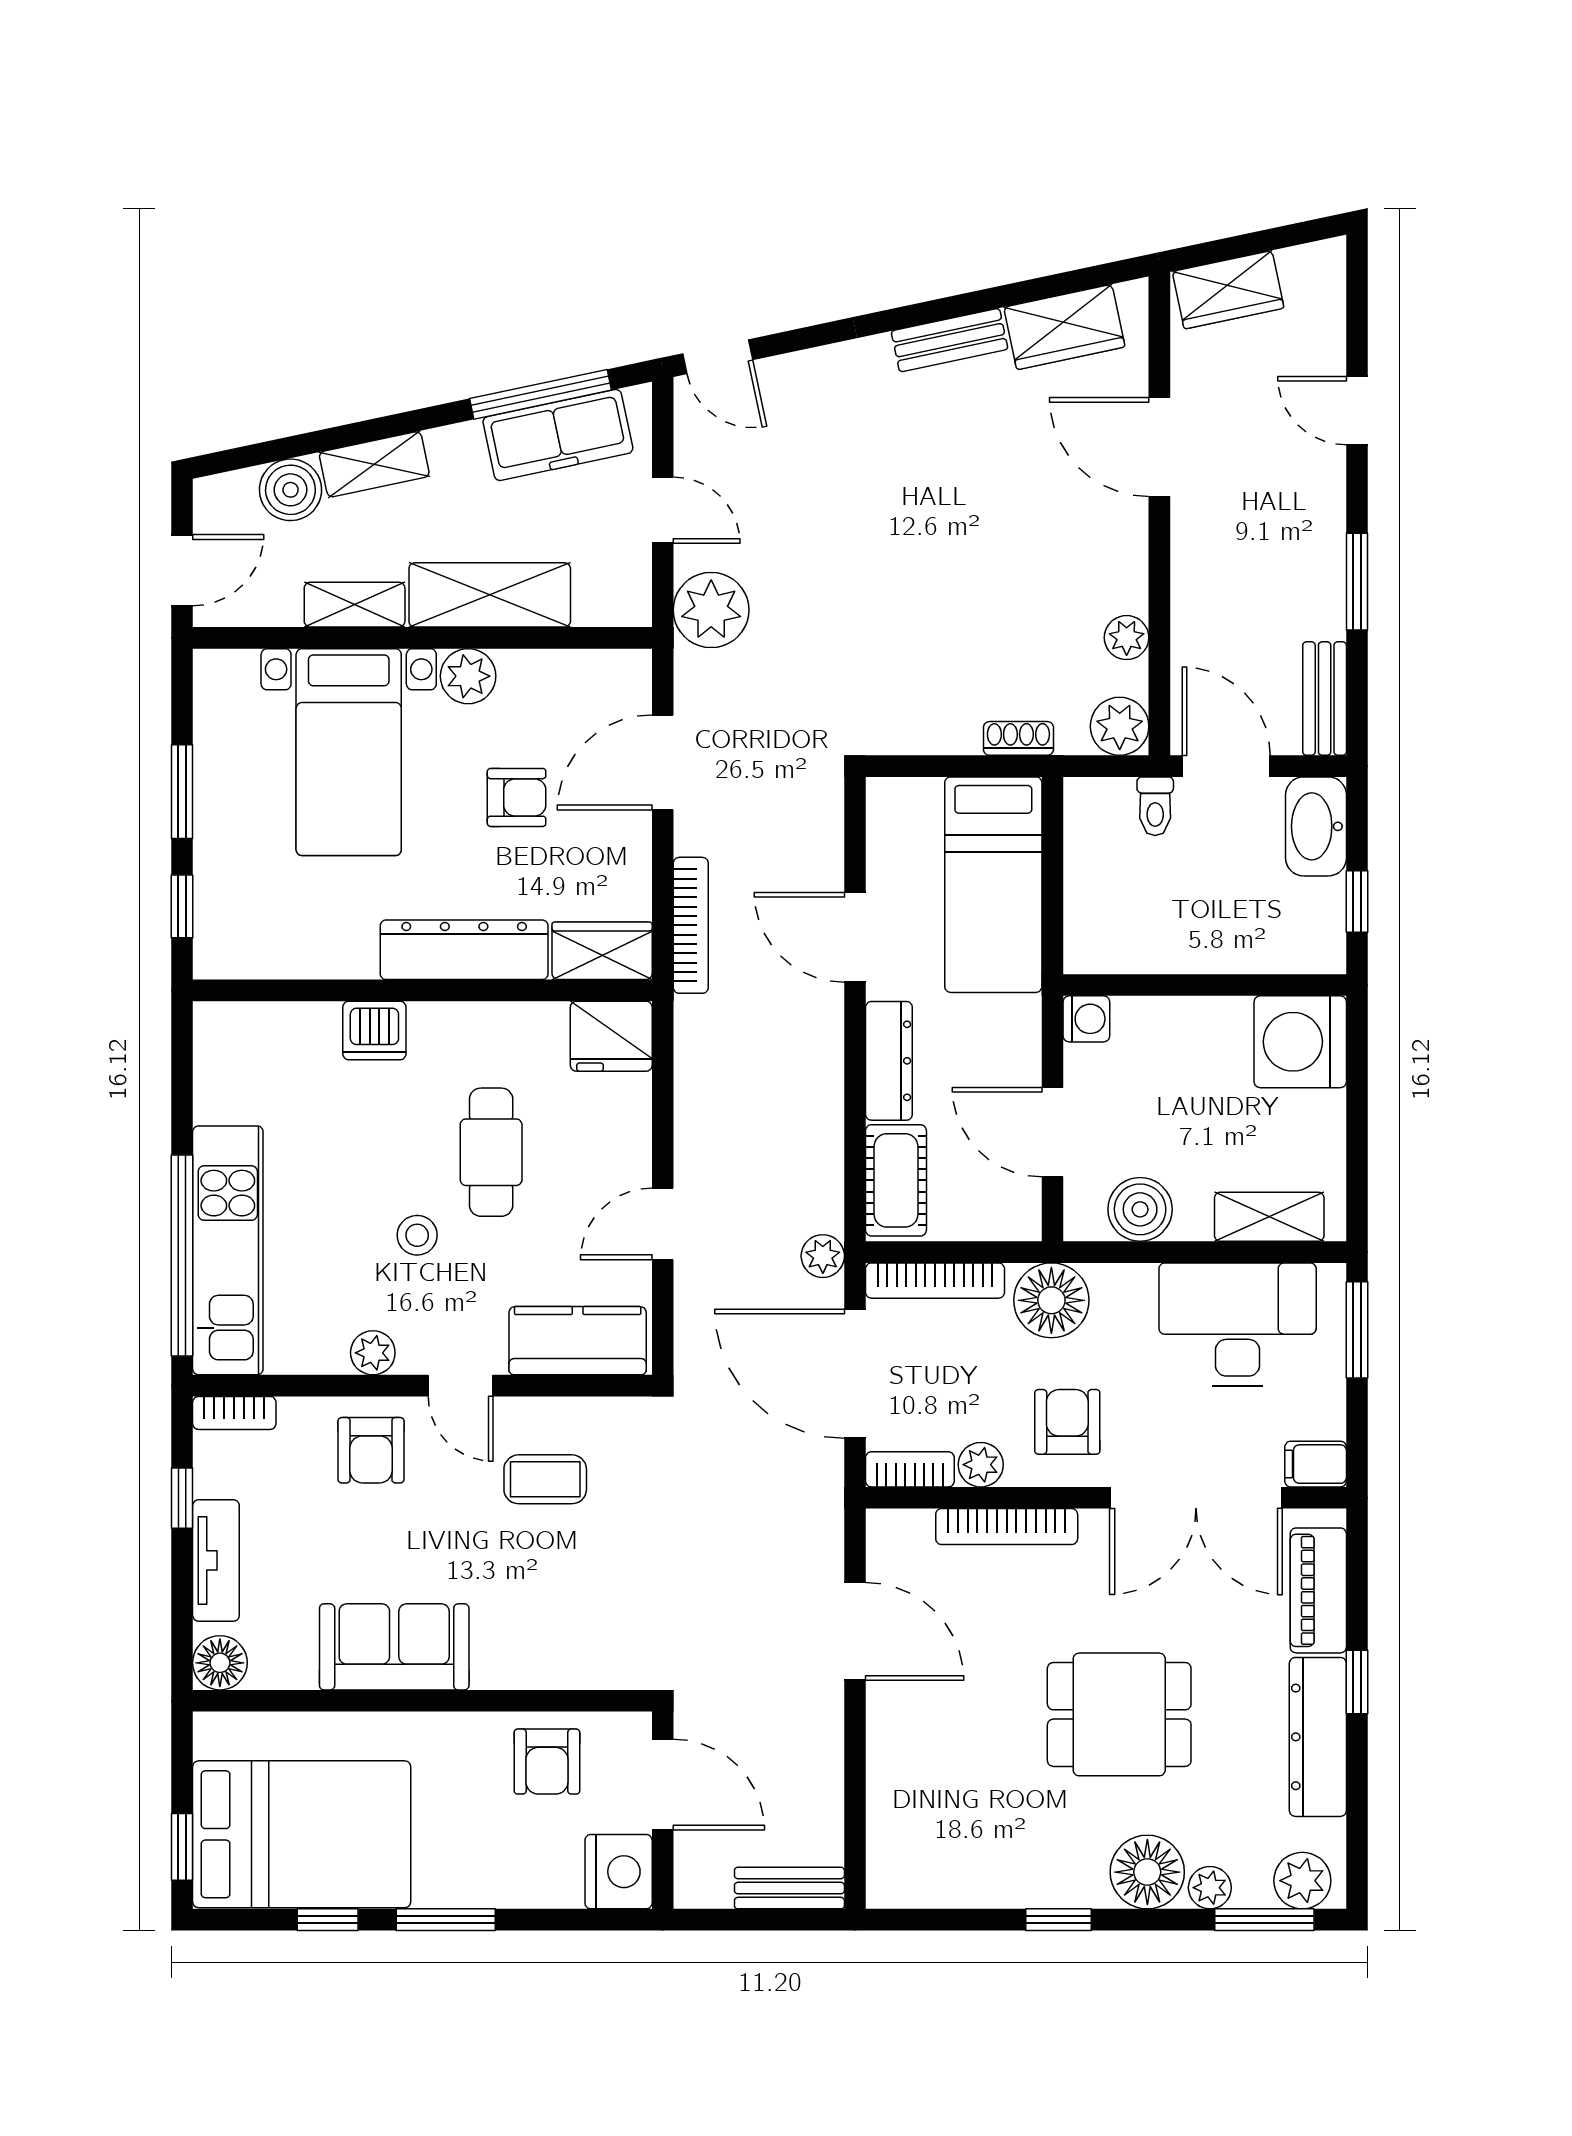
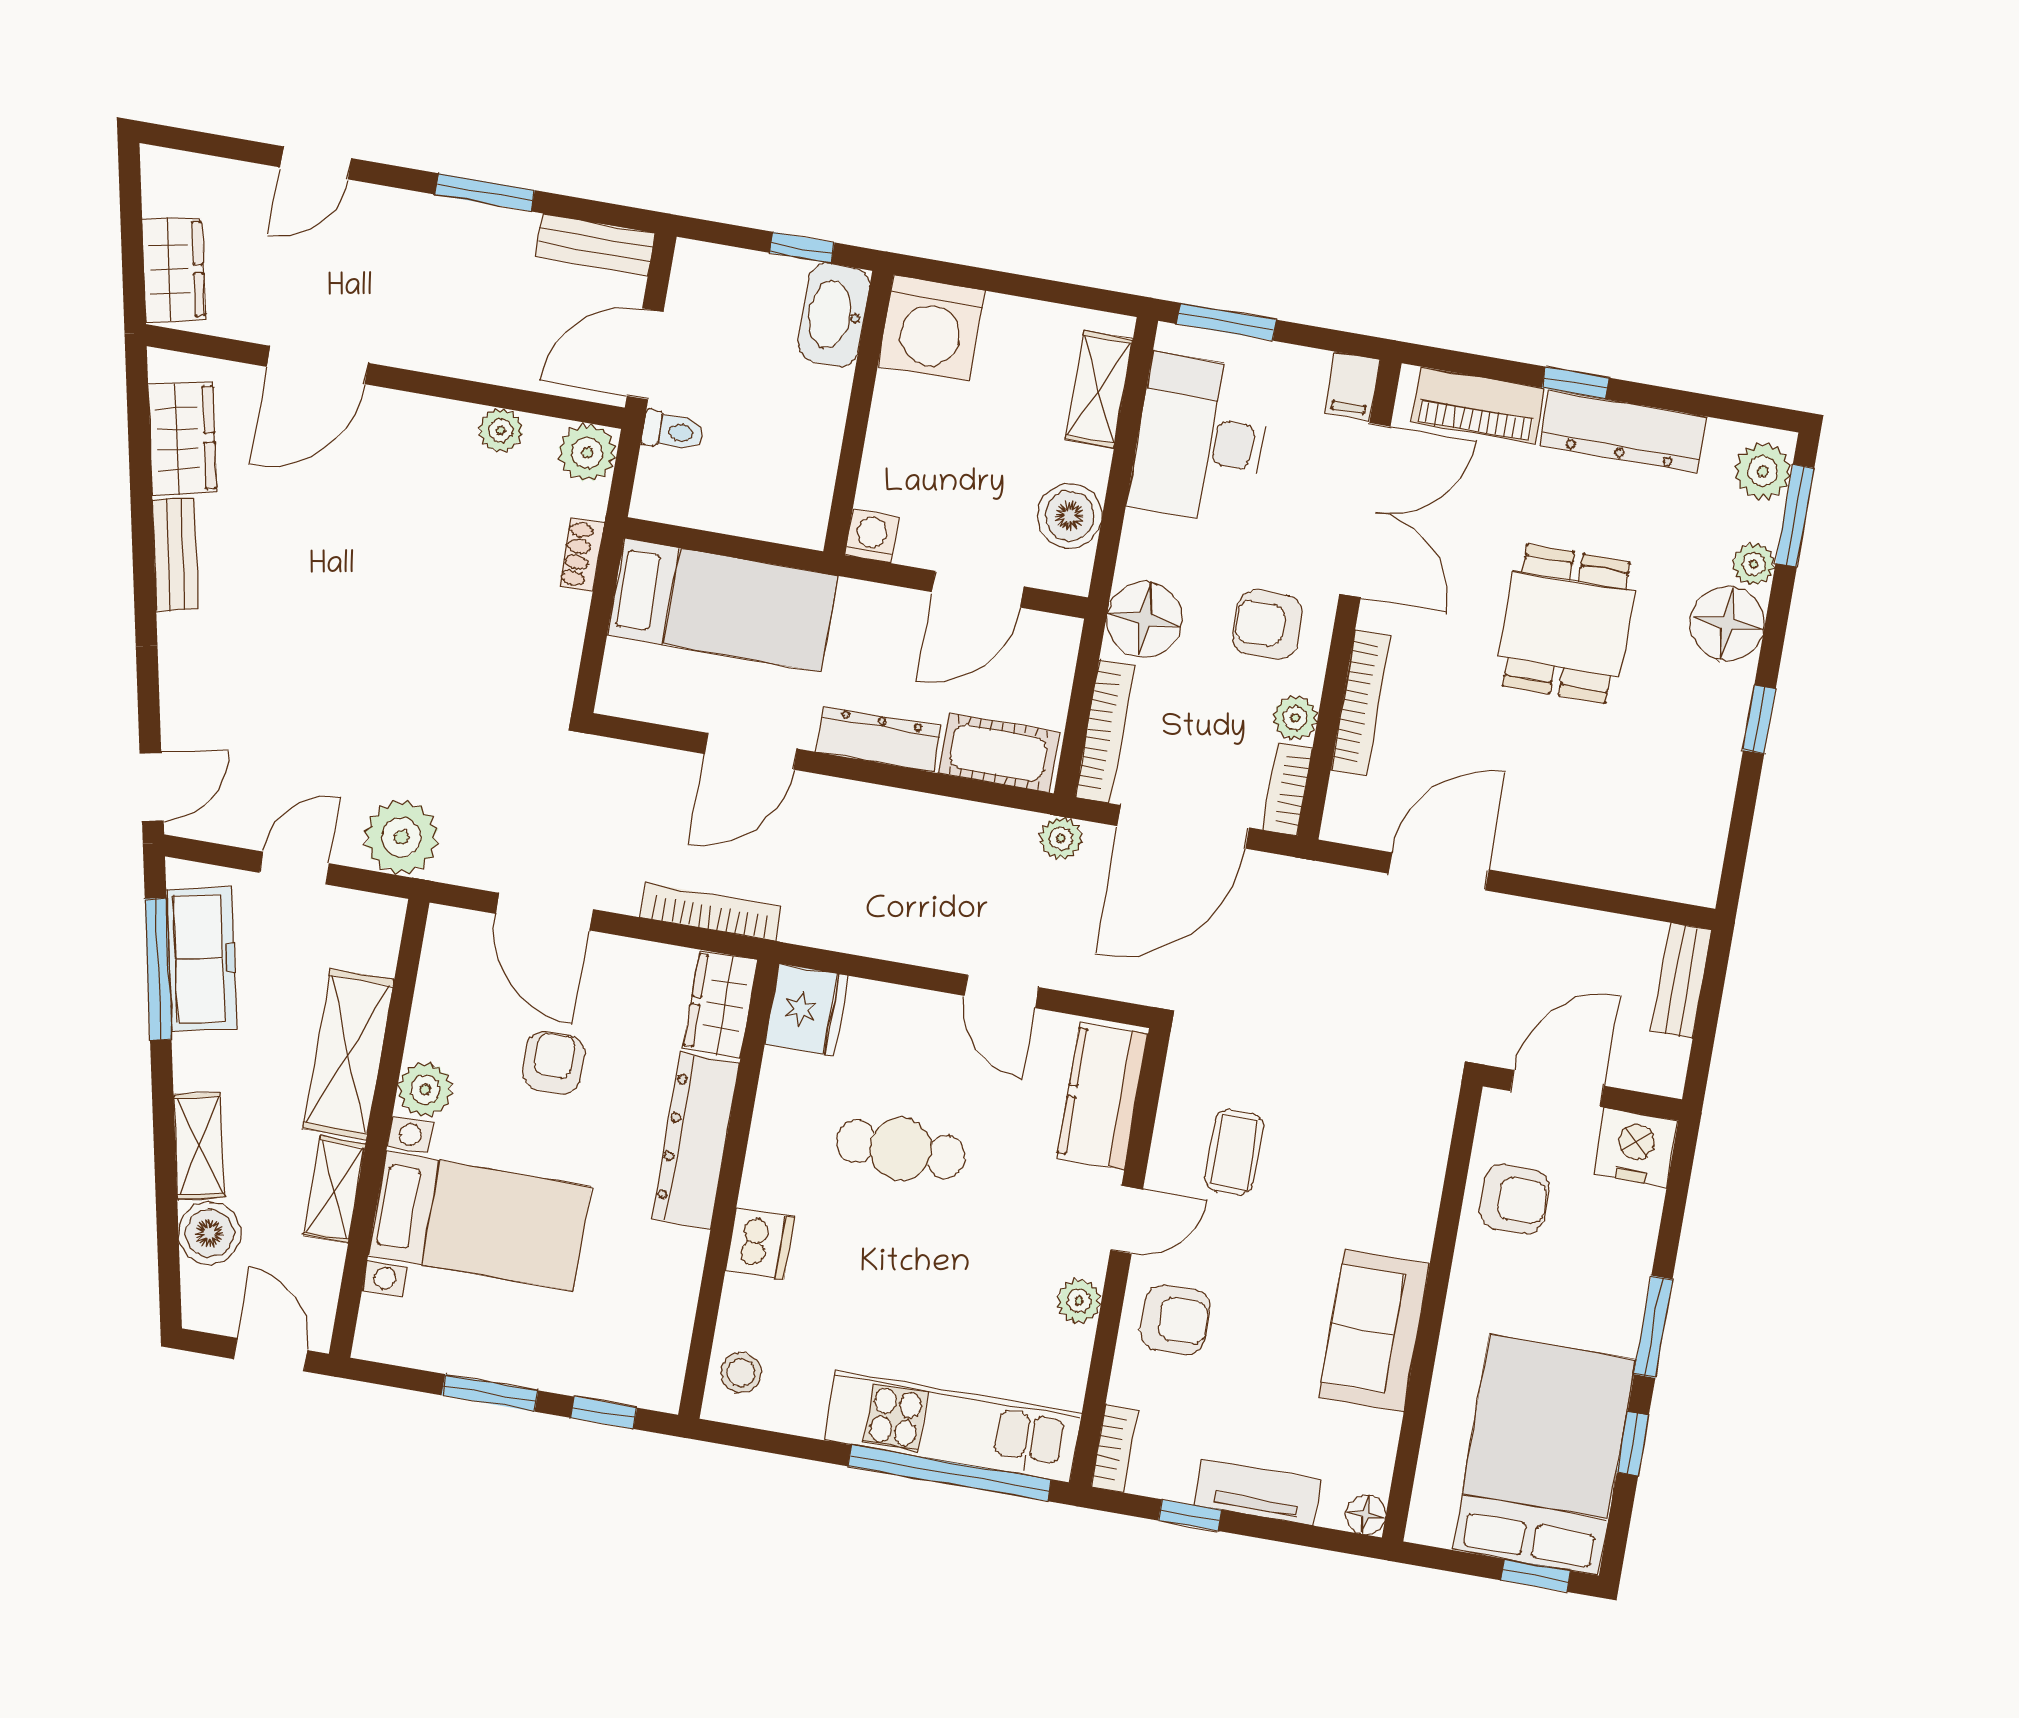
washbasin: (1316, 826) -> (834, 315), moved, turned 90
stool: (417, 1235) -> (741, 1373), moved
floor lamp: (220, 1663) -> (1366, 1515), width x0.73, depth x0.73

